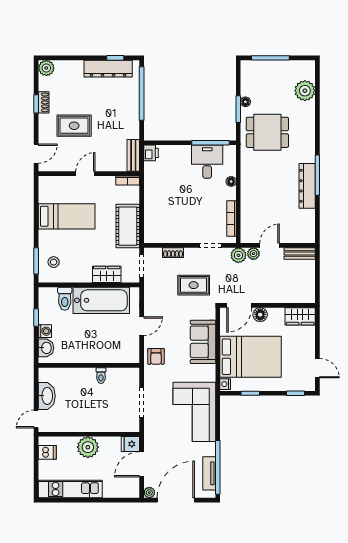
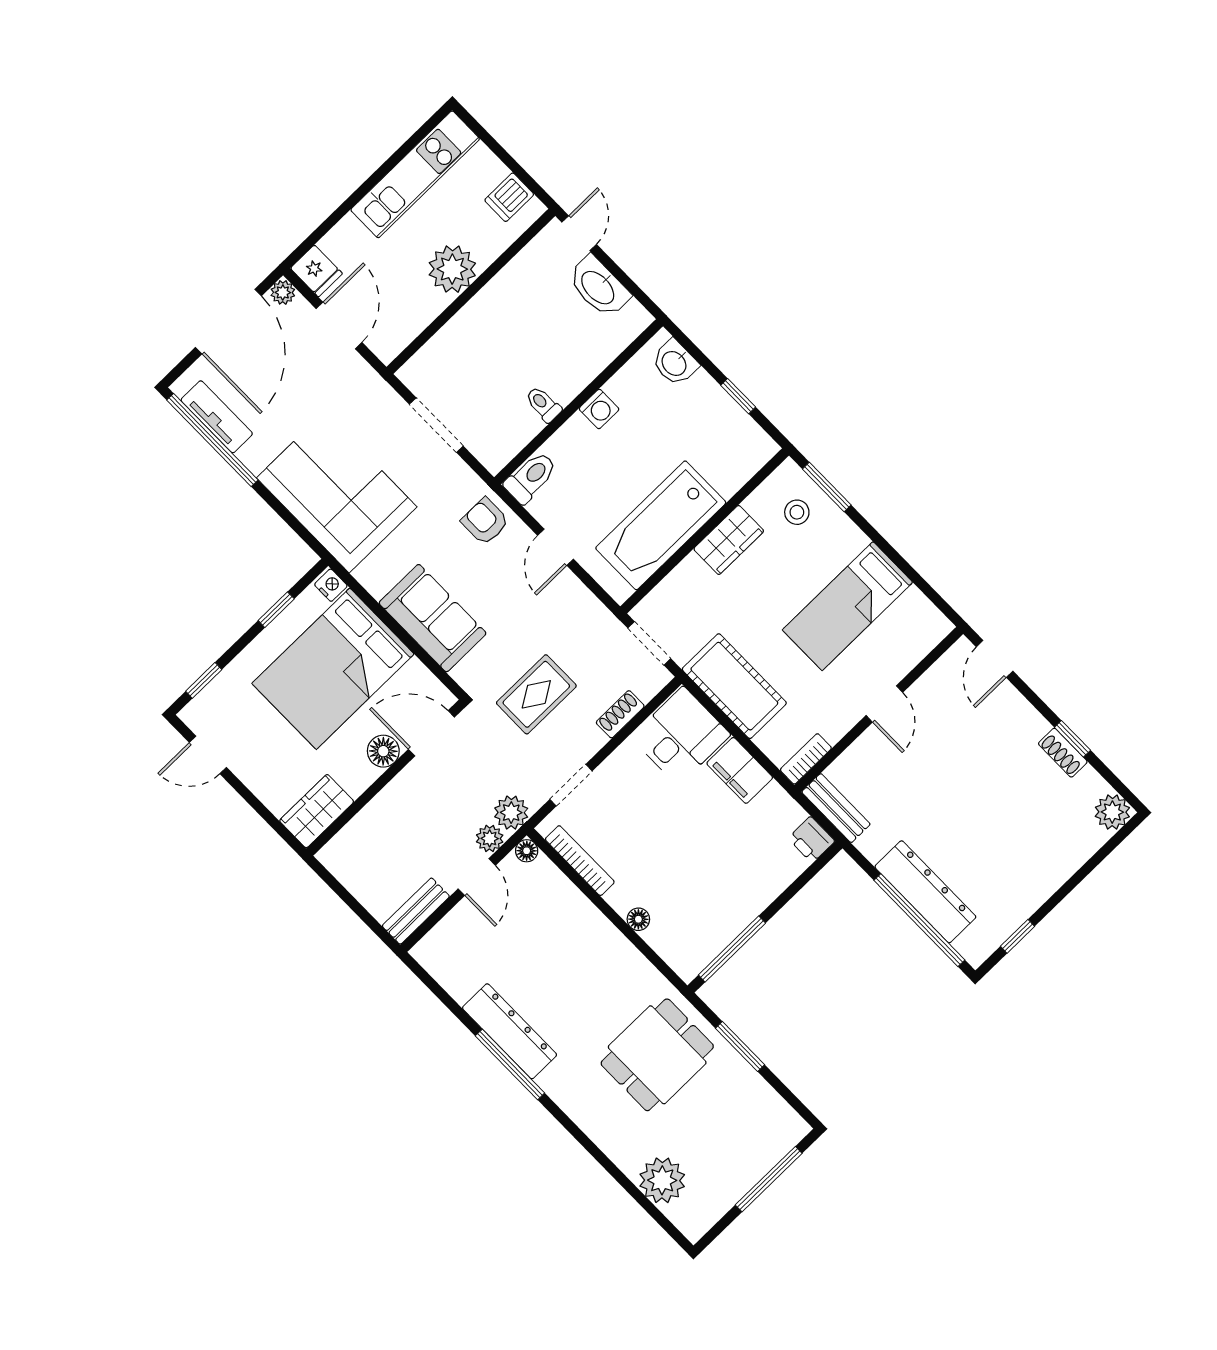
dresser: (108, 69) -> (925, 892), moved, turned 90
floor lamp: (245, 102) -> (527, 851), moved
rug: (74, 126) -> (977, 763), removed
desk: (207, 162) -> (681, 736), moved, turned -90
filing cabinet: (152, 197) -> (740, 770), added
wardrobe: (107, 274) -> (729, 540), moved
toilet: (65, 299) -> (531, 477), moved, turned 90
door: (239, 305) -> (431, 733), hinge flipped
washing machine: (45, 331) -> (599, 409), moved, turned -90
fridge: (130, 444) -> (316, 271), moved, turned 90

